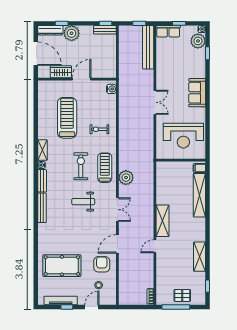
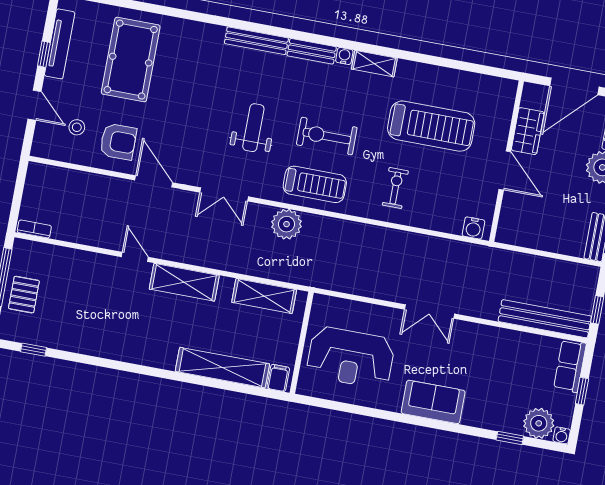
reception desk: (183, 136) -> (351, 358), turned -90
exercise bike: (81, 166) -> (327, 136), turned 180
shelving: (199, 257) -> (264, 296), moved

